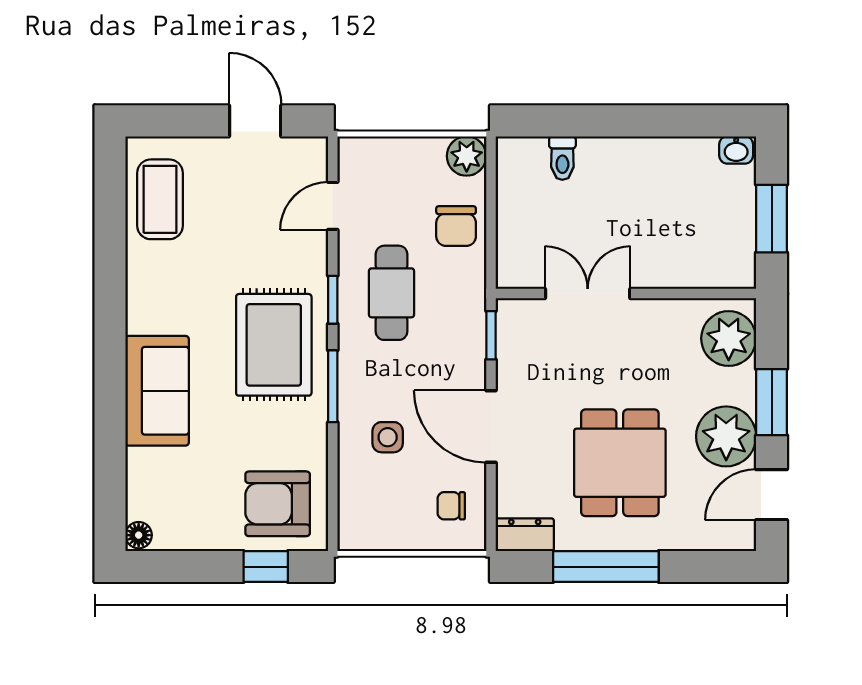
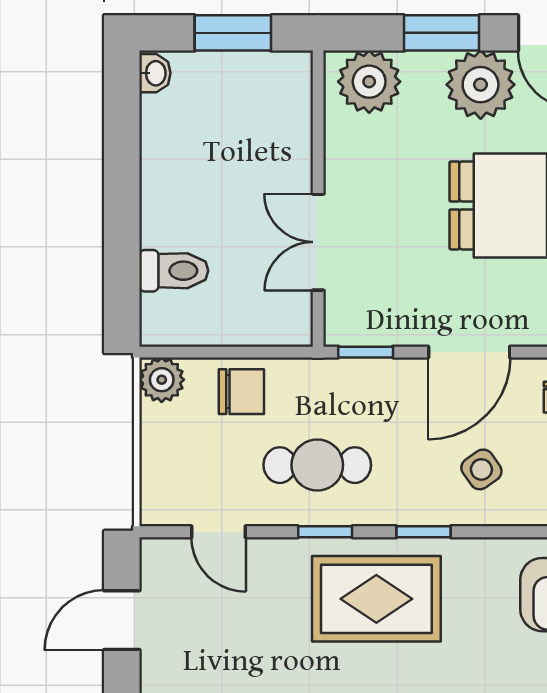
toilet: (562, 158) -> (174, 271), width x1.37, depth x1.39
window: (333, 386) -> (423, 532), width x0.67
side table: (388, 437) -> (481, 469), turned -35

